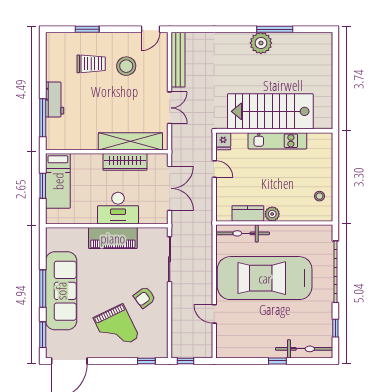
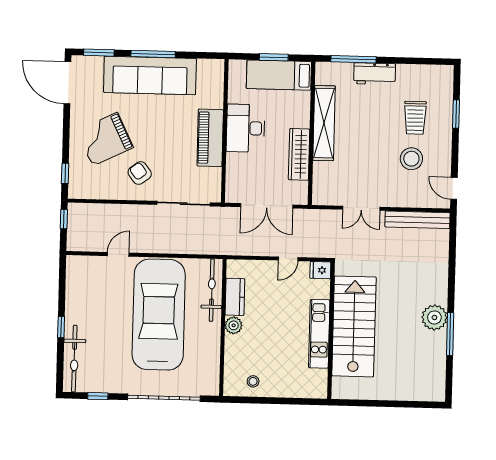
shelving: (130, 141) -> (324, 123), moved
desk: (118, 208) -> (246, 128), moved

